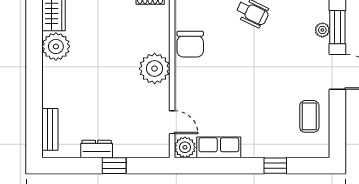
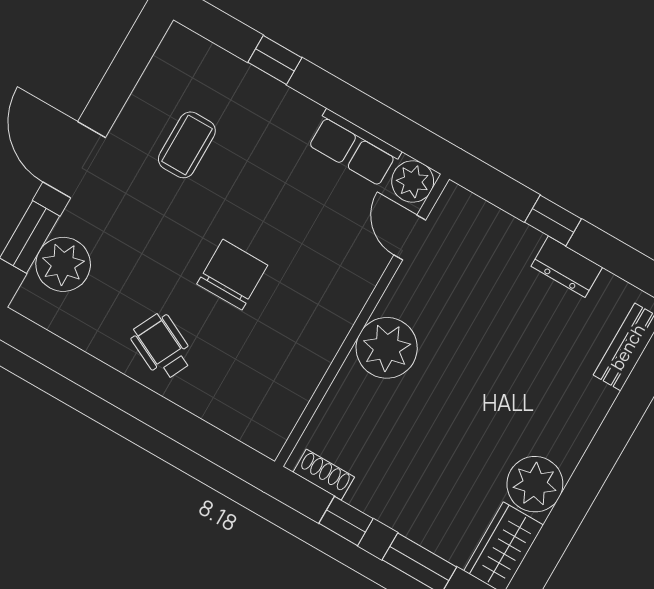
plant: (322, 30) -> (63, 264), width x1.88, depth x1.88
chair: (190, 44) -> (232, 275), moved
coffee table: (309, 116) -> (187, 145), moved

